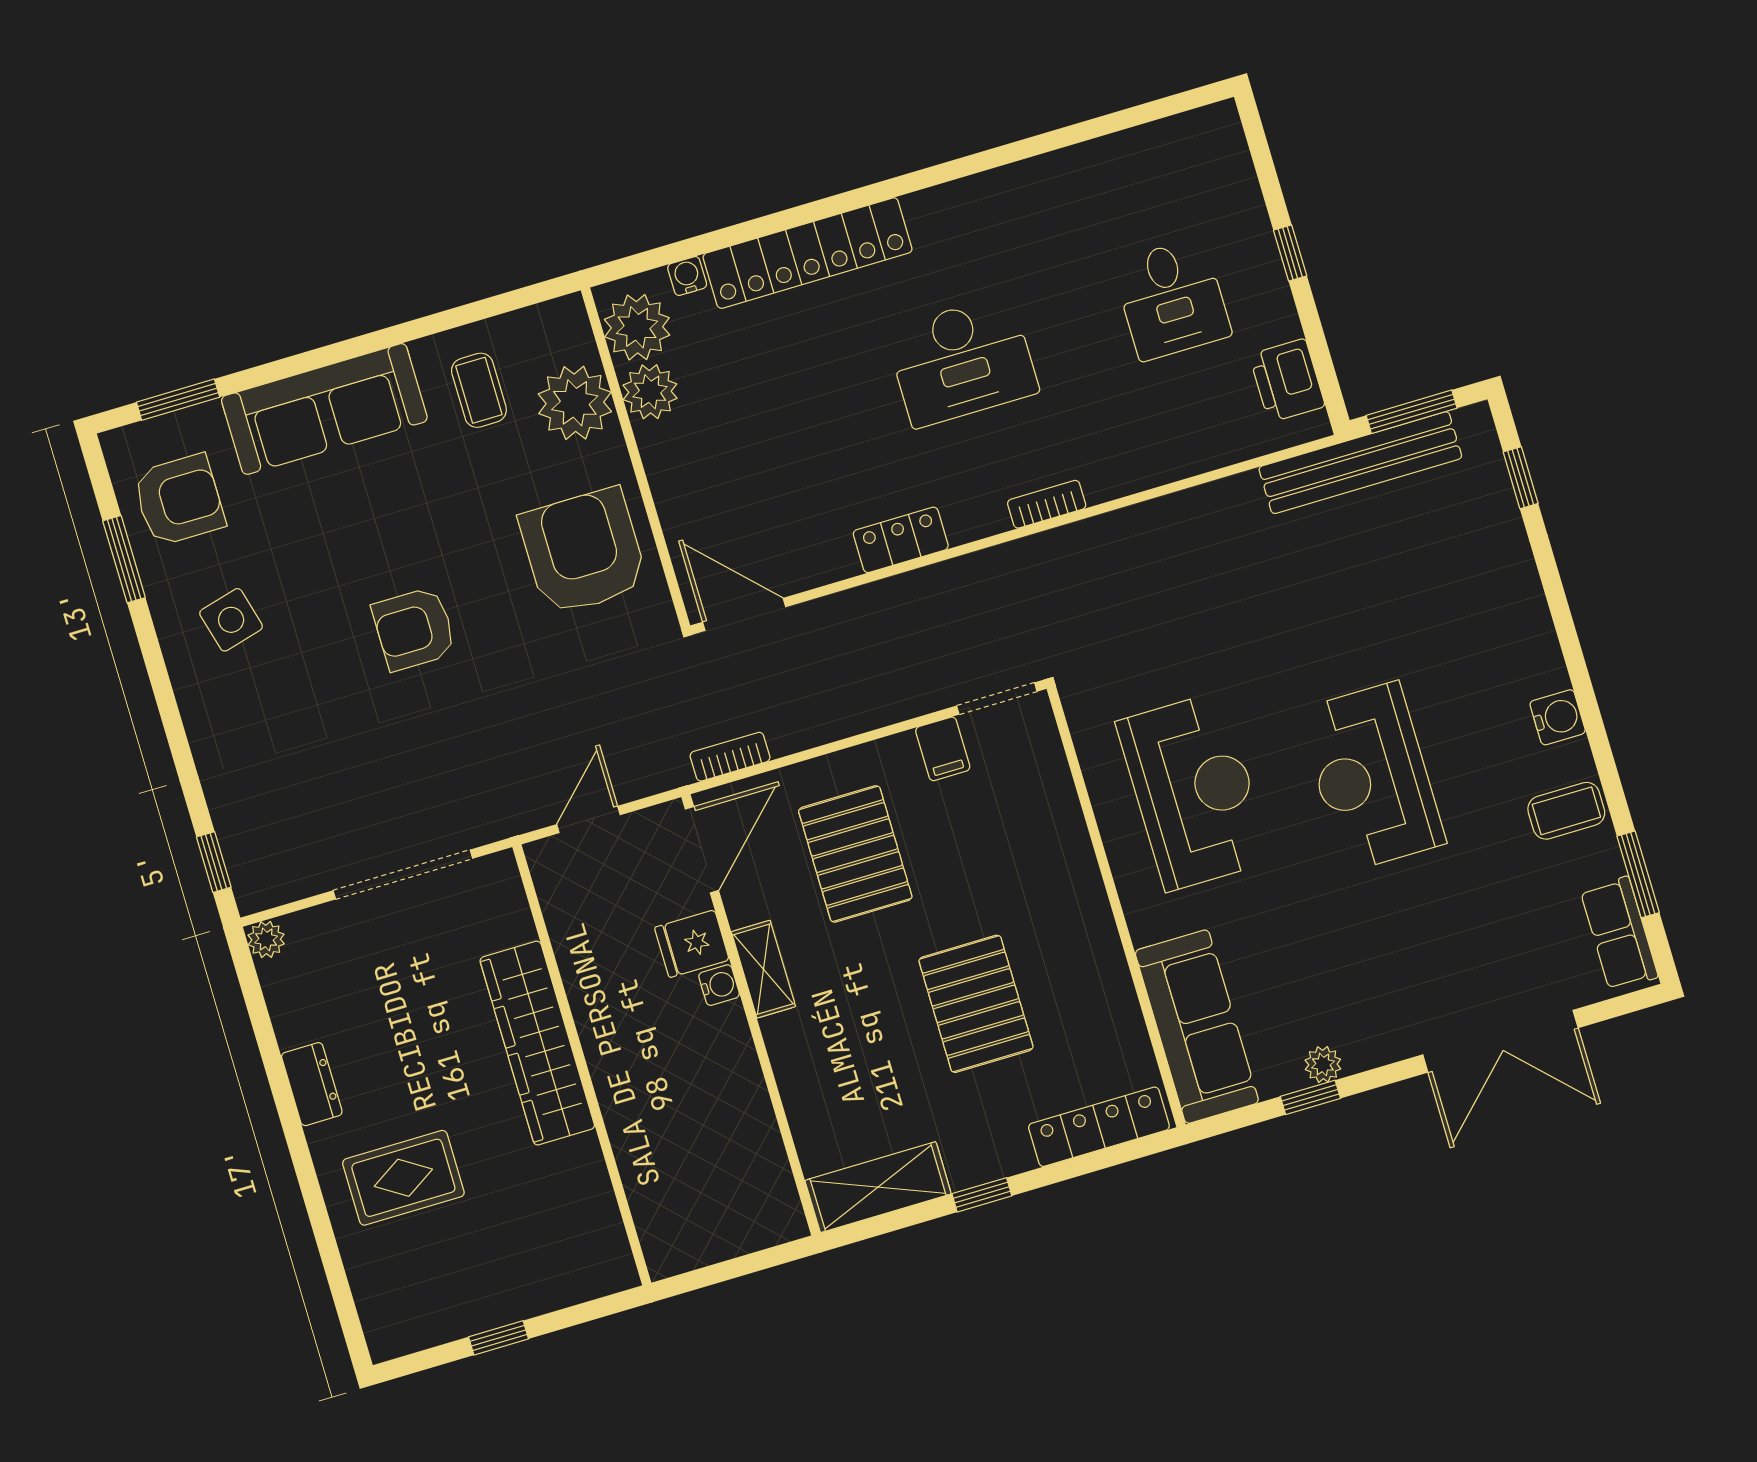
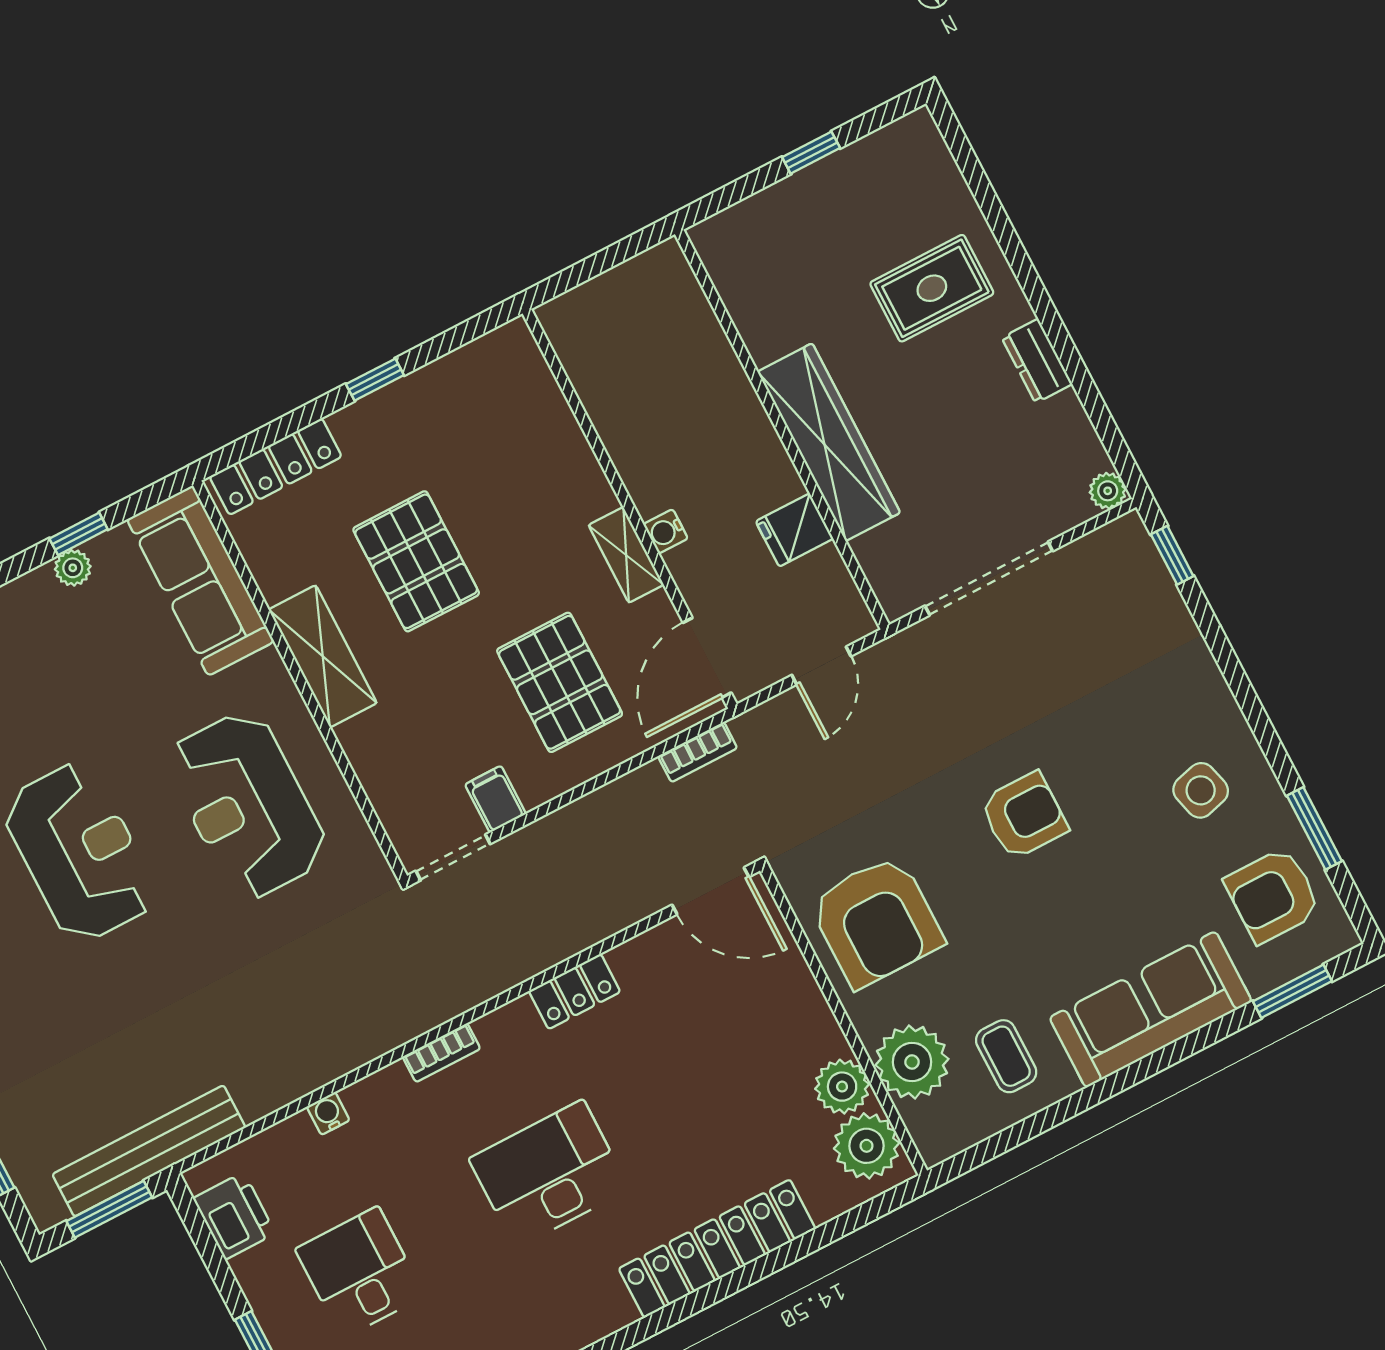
water cooler: (687, 276) -> (328, 1113), moved, turned 180
fridge: (692, 944) -> (795, 530), moved, turned 180
shelving: (878, 1187) -> (323, 656), moved, turned 90

